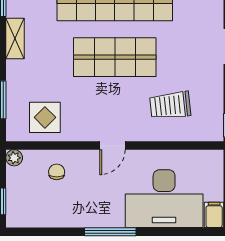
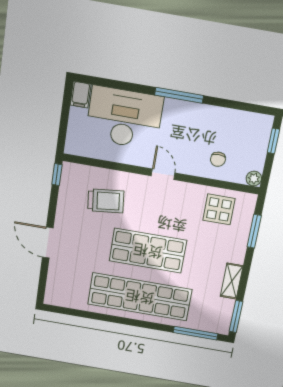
door: (112, 145) -> (163, 174), hinge flipped

